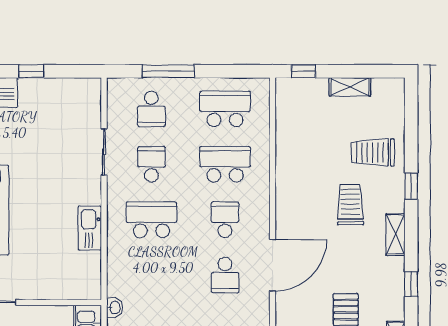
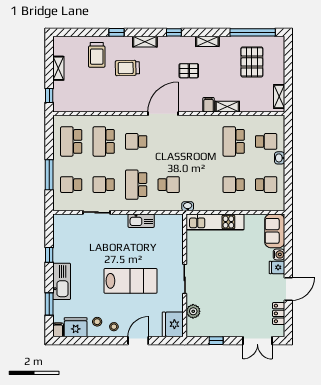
school desk: (151, 109) -> (71, 185), turned 180
door: (273, 265) -> (163, 114), hinge flipped
school desk: (225, 275) -> (169, 185), moved

